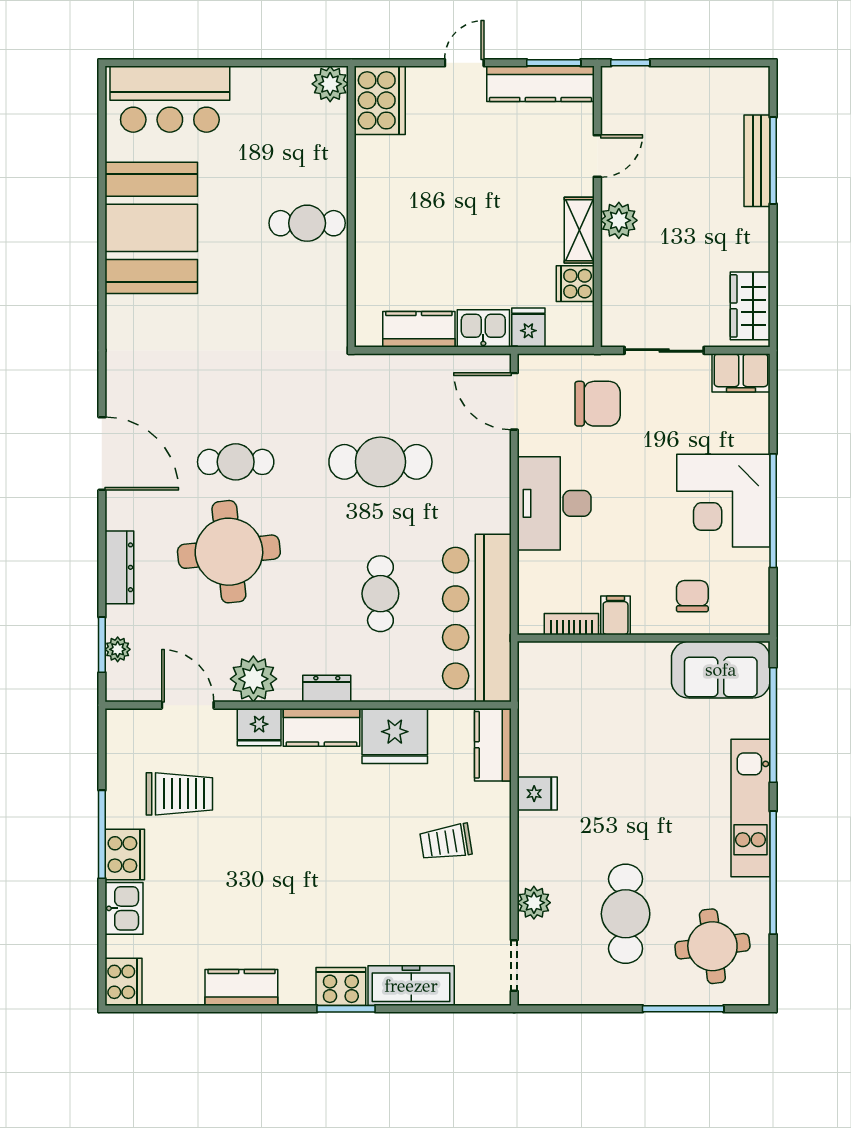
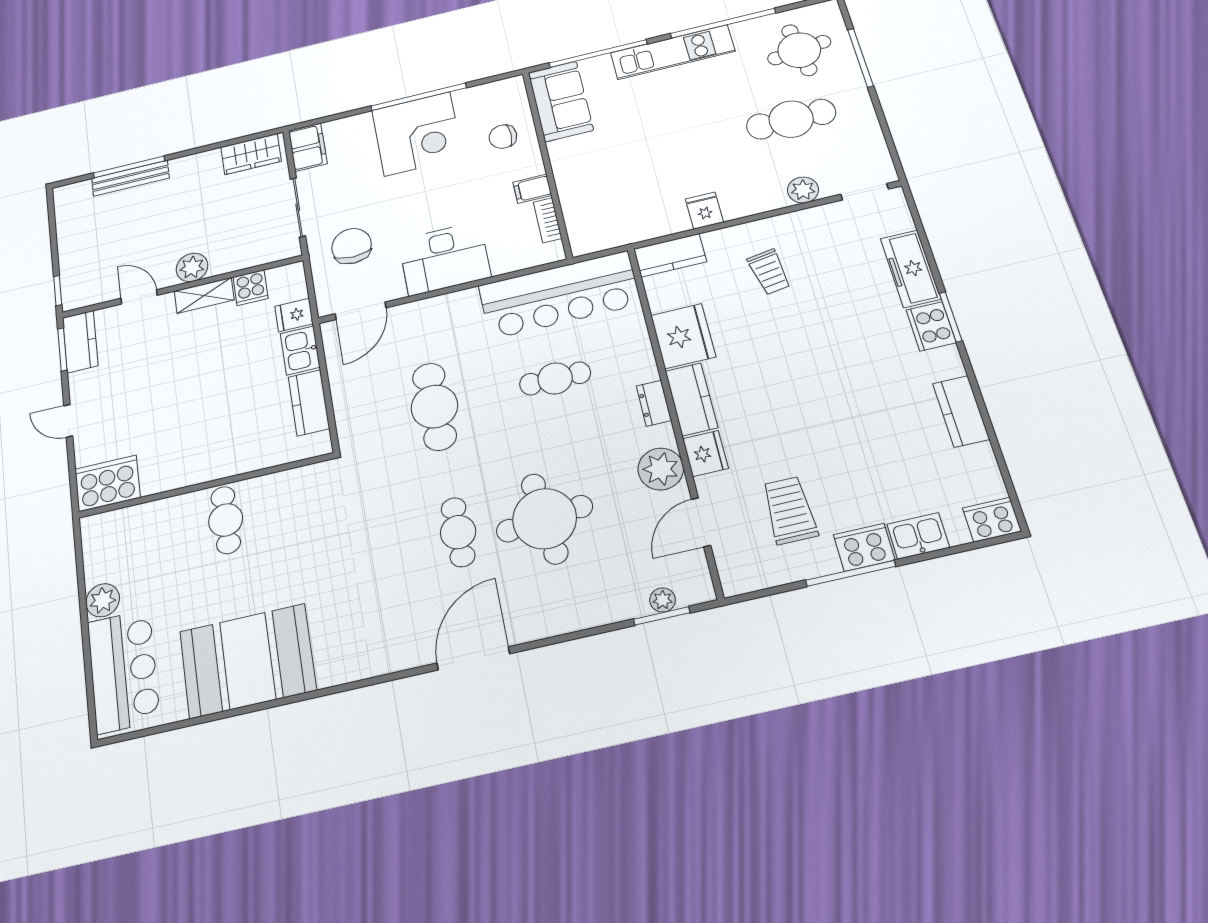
plant: (330, 84) -> (103, 600), moved
kitchen counter: (540, 84) -> (80, 342), width x0.67
dresser: (119, 567) -> (581, 617), removed

